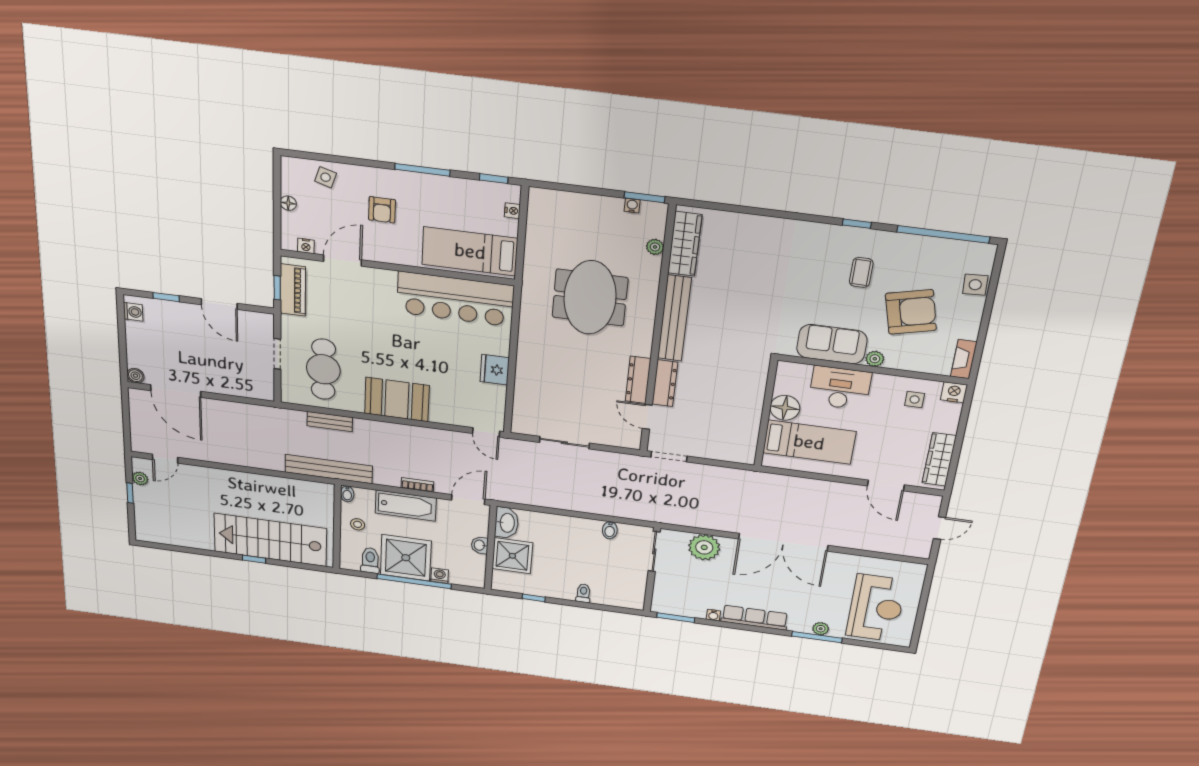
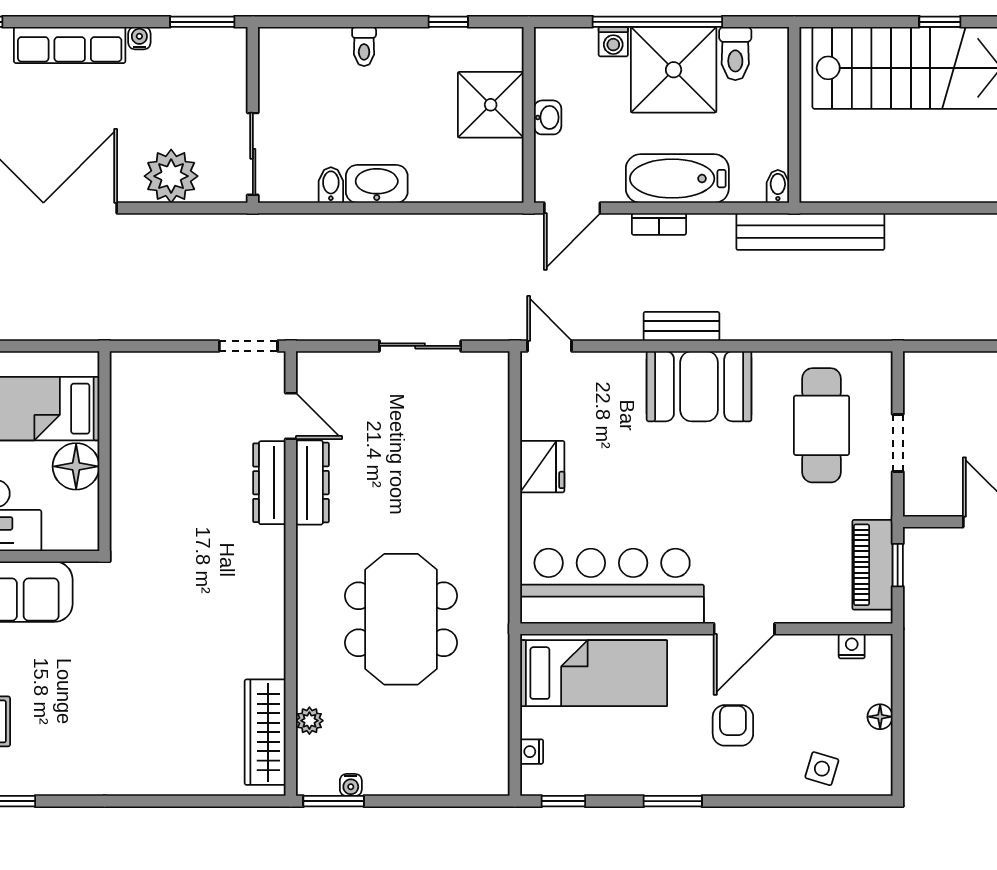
window: (422, 170) -> (673, 801), width x0.69
door: (342, 261) -> (744, 629), moved
bench: (674, 318) -> (267, 602), removed
bench: (330, 422) -> (681, 326), moved
washbasin: (507, 523) -> (377, 184), moved, turned 90
stool: (358, 524) -> (759, 126), removed

